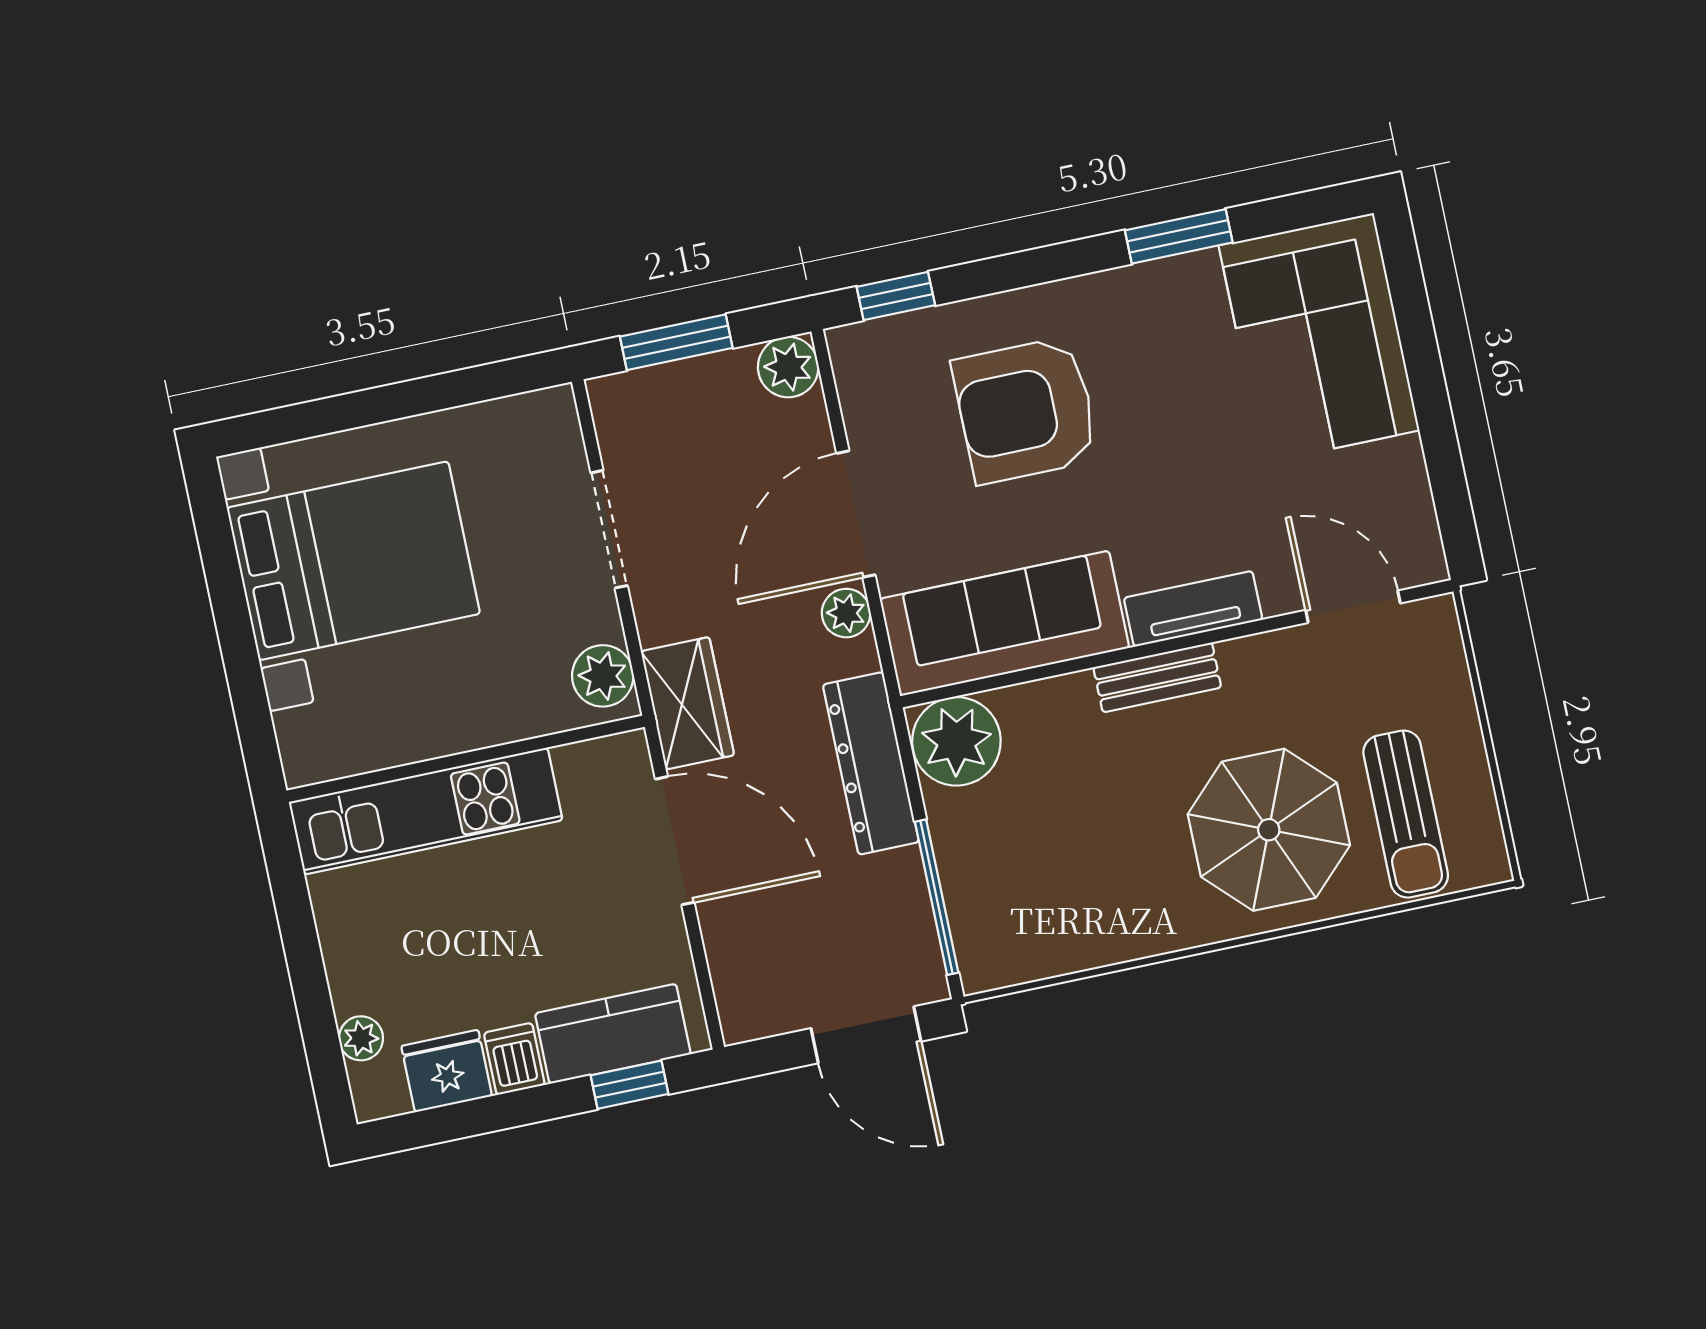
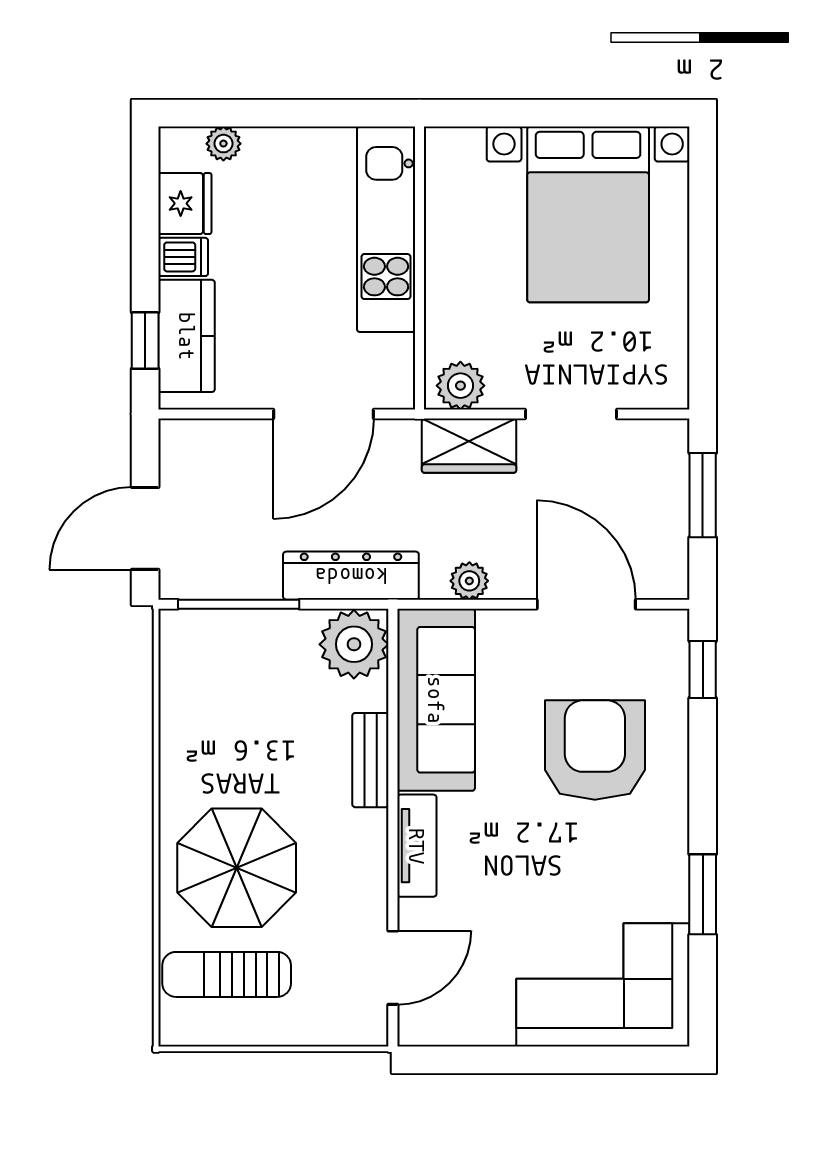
plant: (788, 367) -> (666, 576), removed
door: (856, 514) -> (586, 604), moved
bench: (1157, 677) -> (370, 760), moved
wardrobe: (687, 703) -> (469, 446), moved

